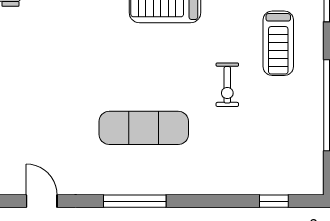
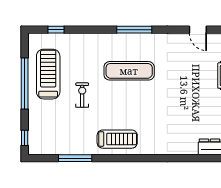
treadmill: (278, 43) -> (48, 74), moved, width x1.37, depth x1.38
door: (42, 201) -> (198, 30), moved

